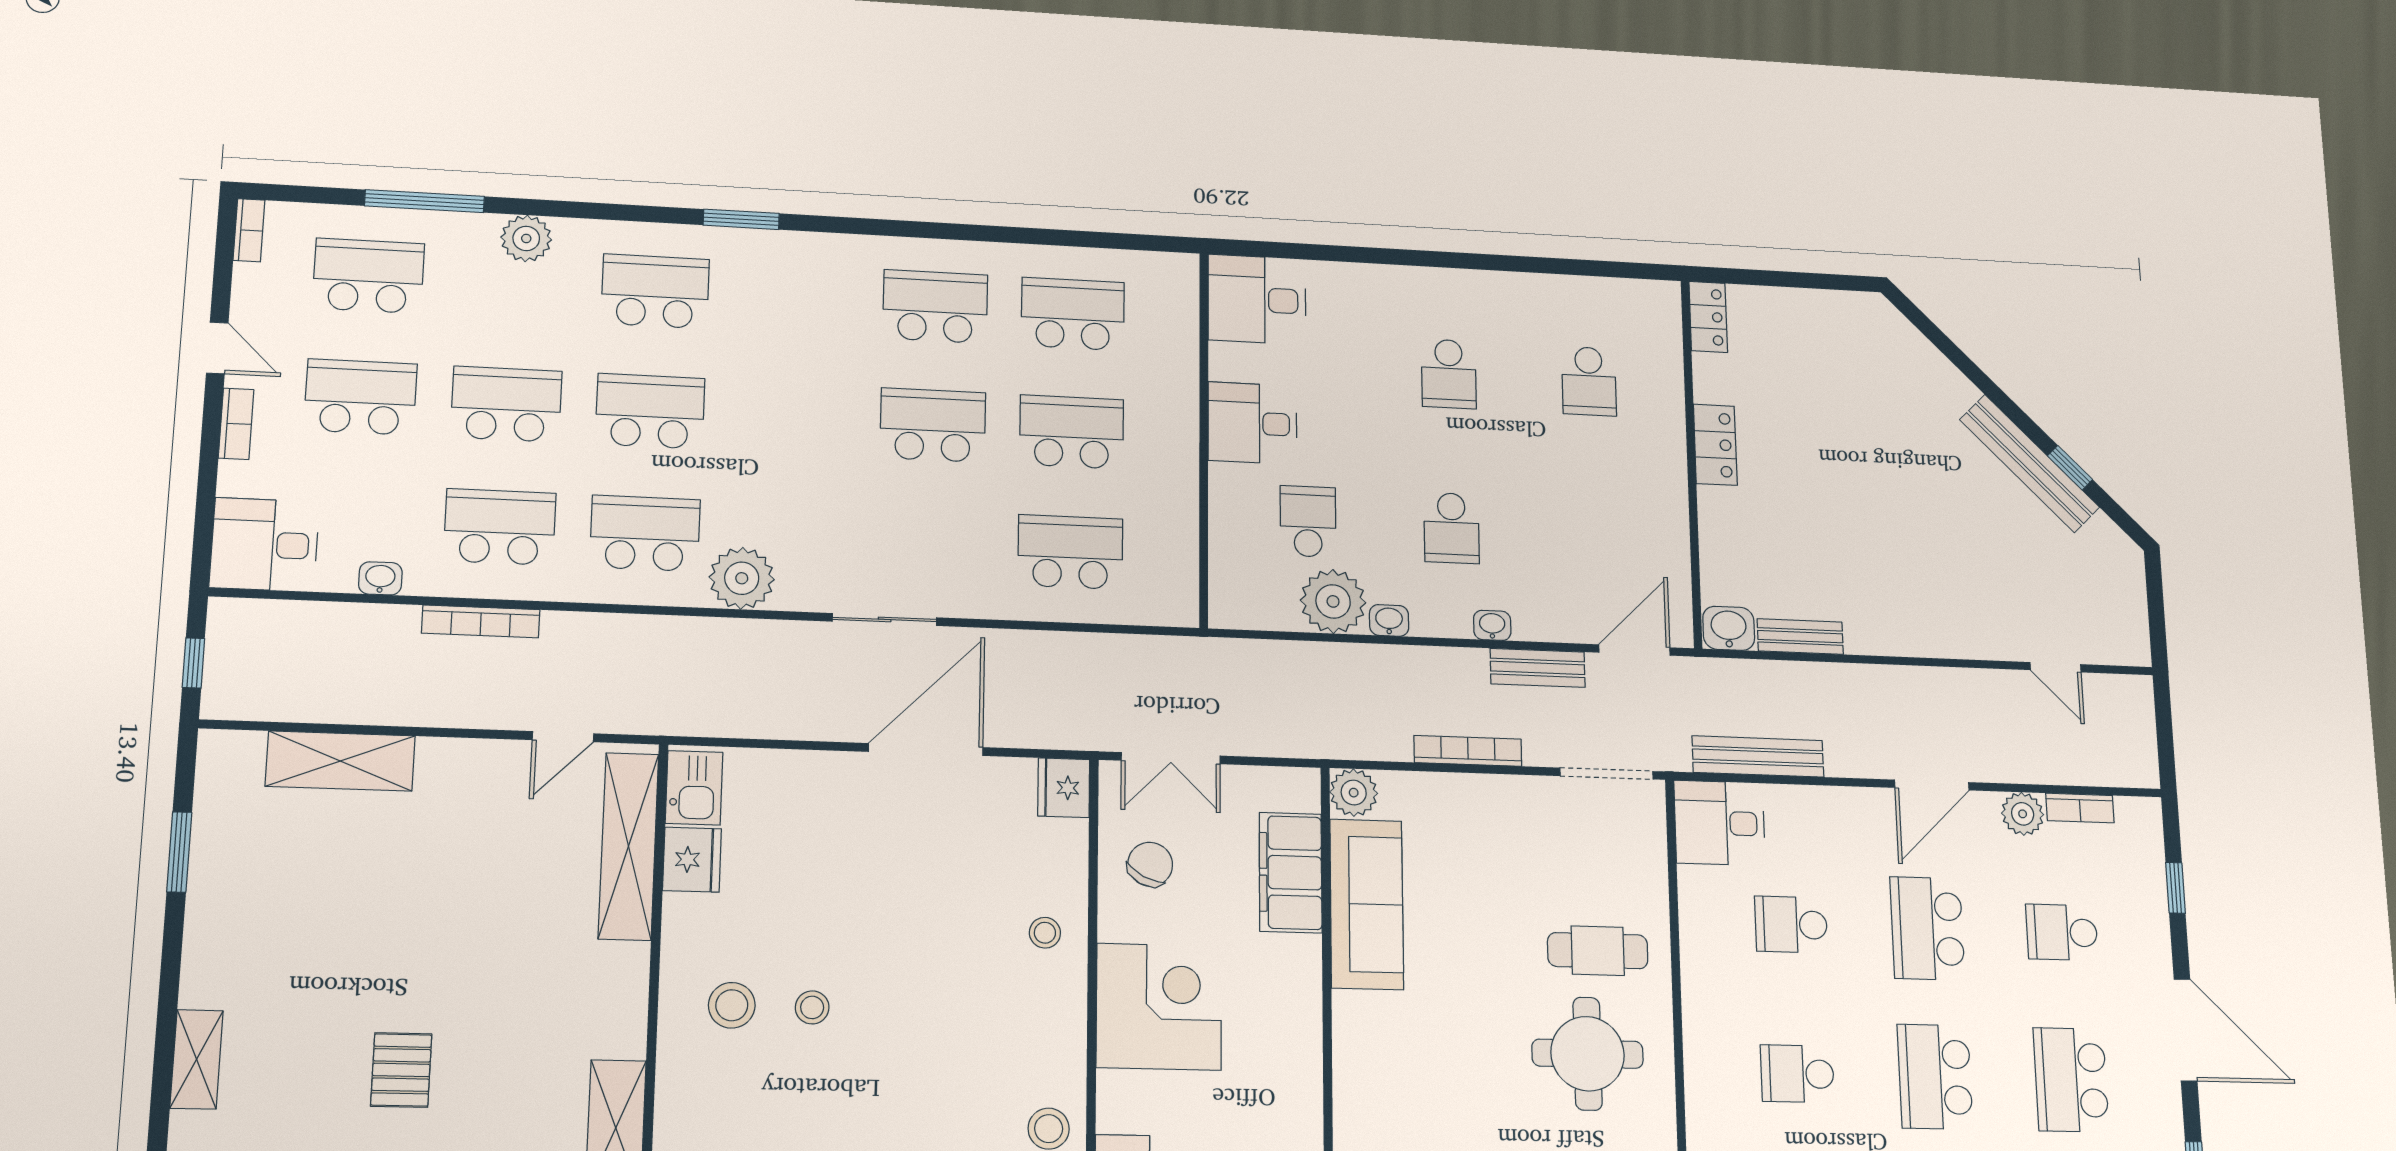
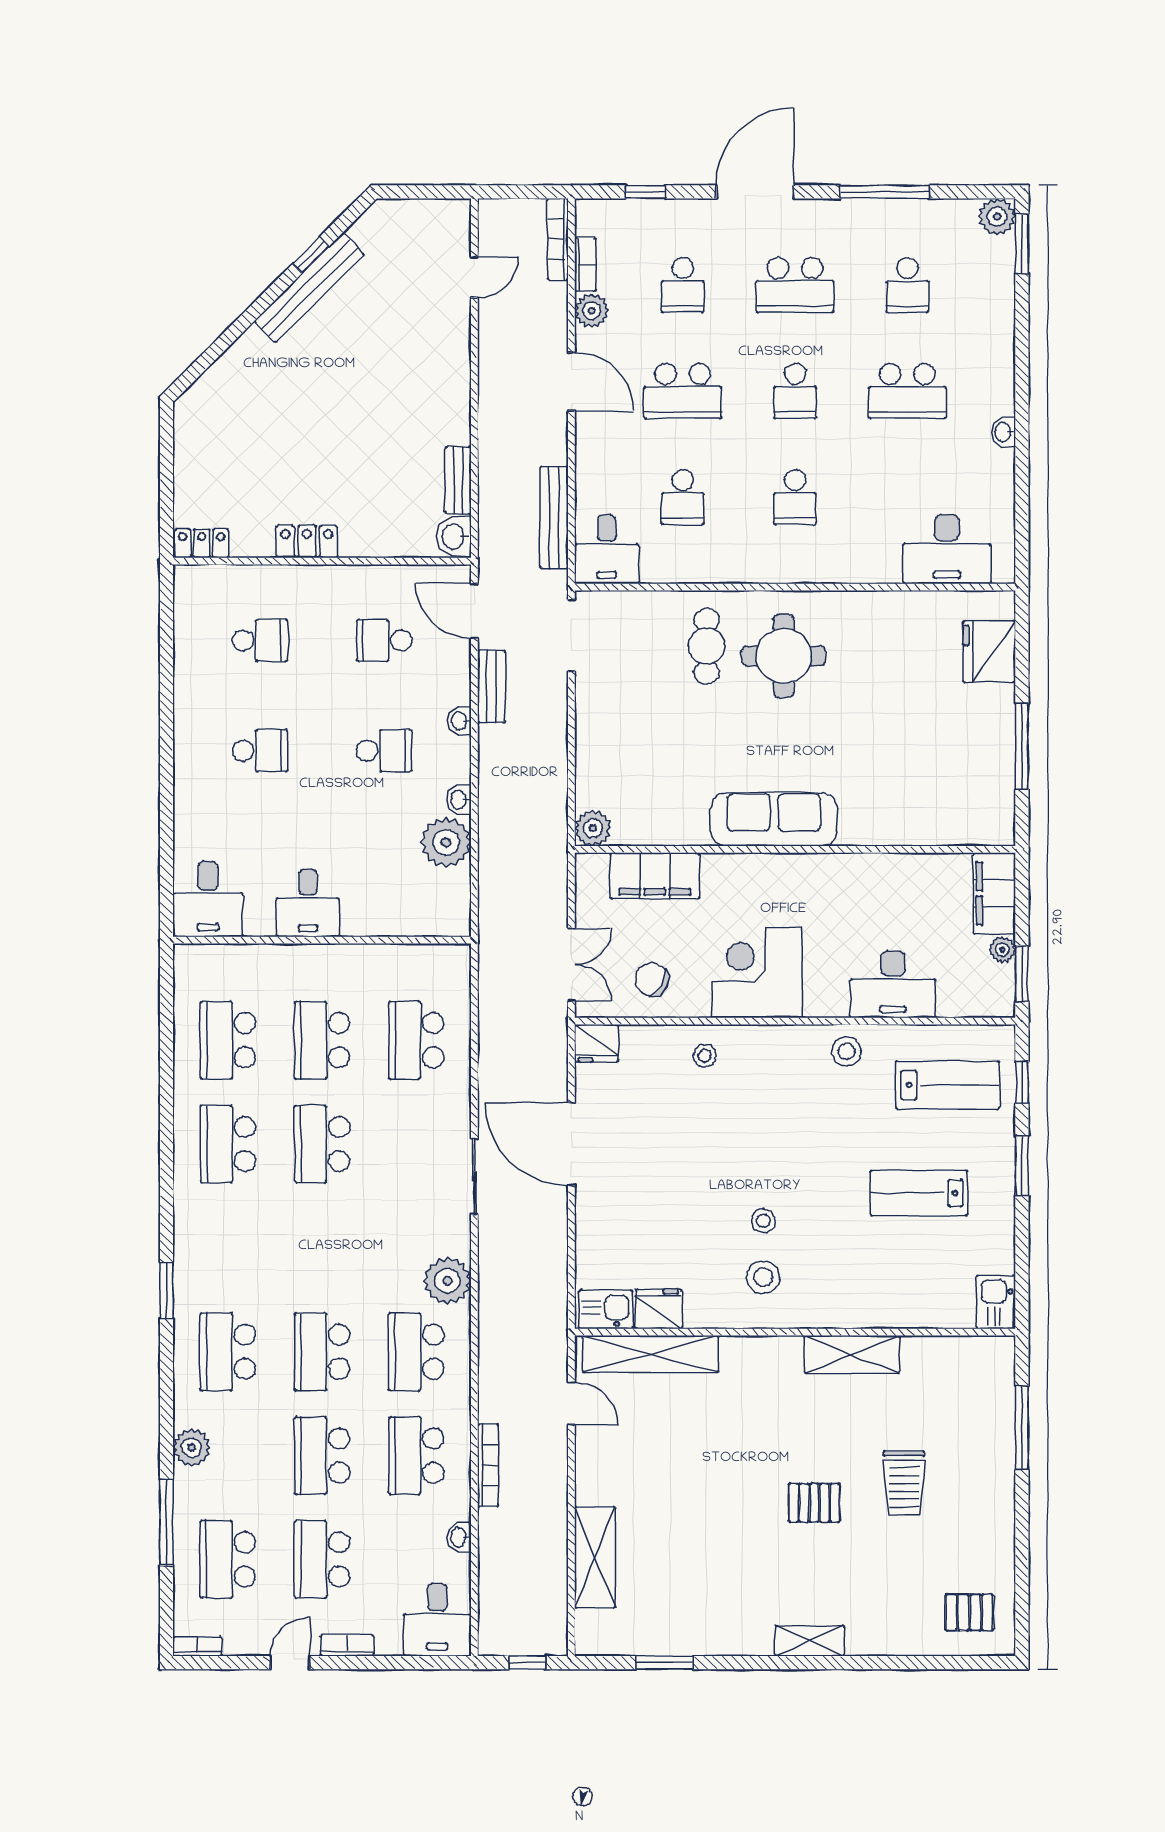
school desk: (1308, 521) -> (384, 640), moved
bookcase: (1468, 751) -> (558, 239), moved
sofa: (1367, 904) -> (774, 819), moved
school desk: (1935, 1077) -> (795, 391), width x0.54

